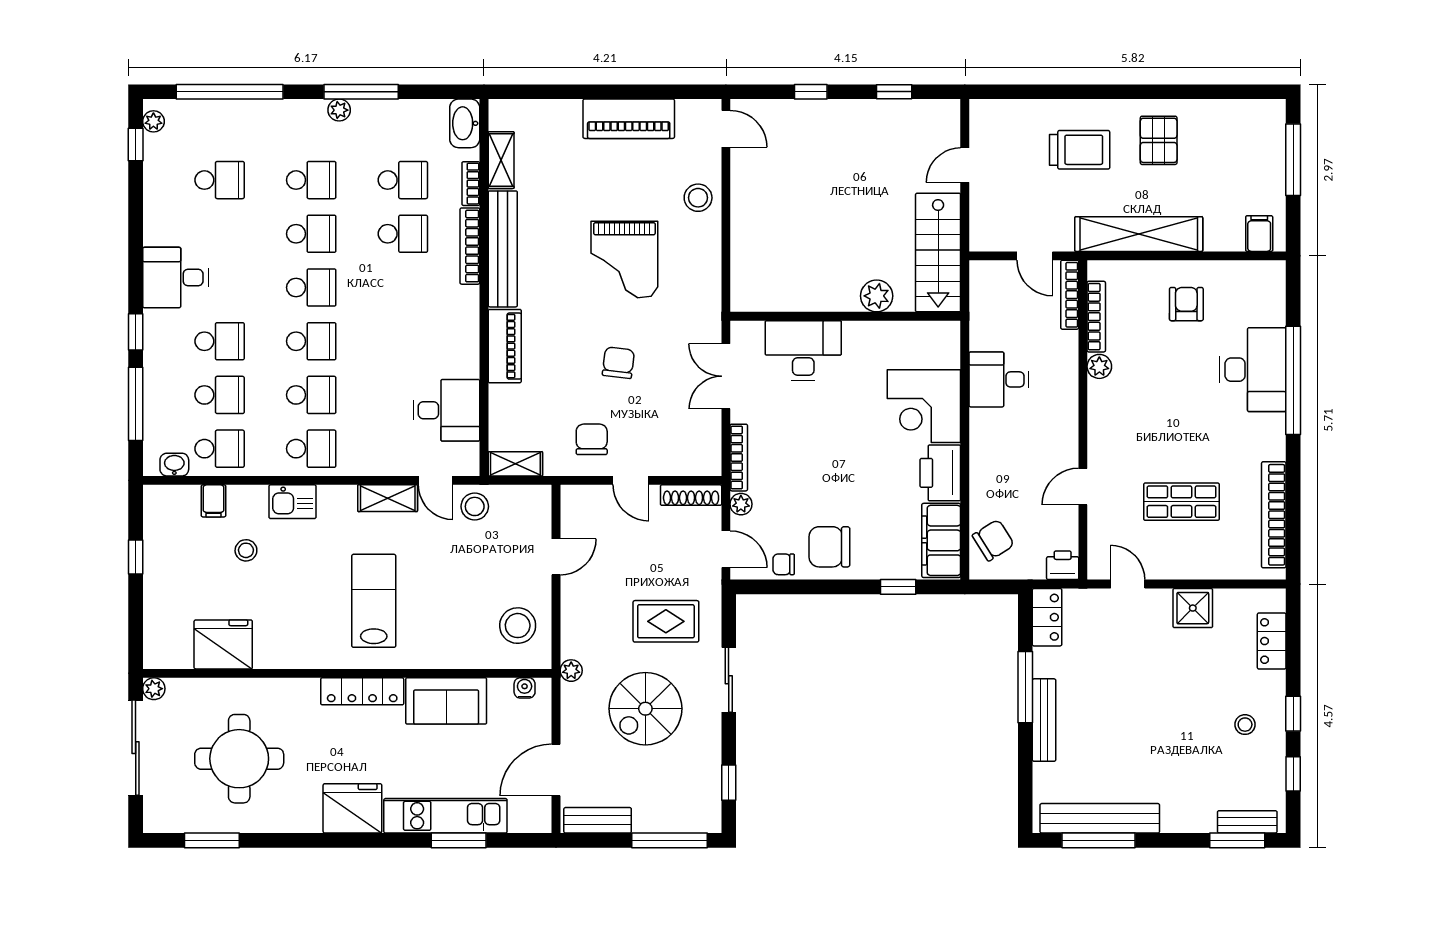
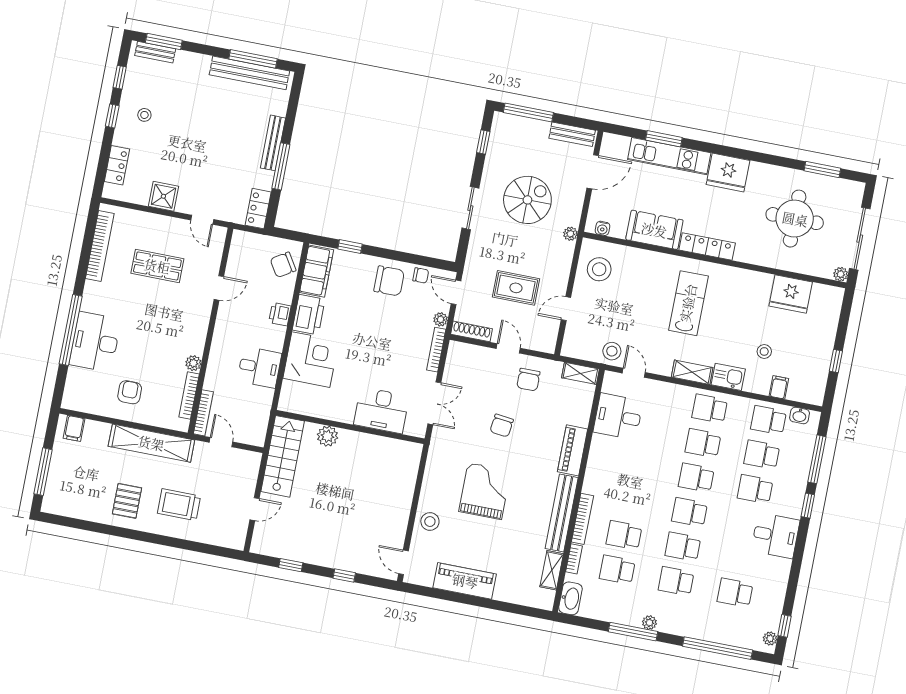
armchair: (1186, 304) -> (130, 392), turned 180
shelving: (388, 498) -> (692, 372), moved
printer: (1063, 565) -> (280, 314), moved, turned 90
lab bench: (374, 601) -> (688, 303), turned 180
rug: (666, 621) -> (516, 288), moved

